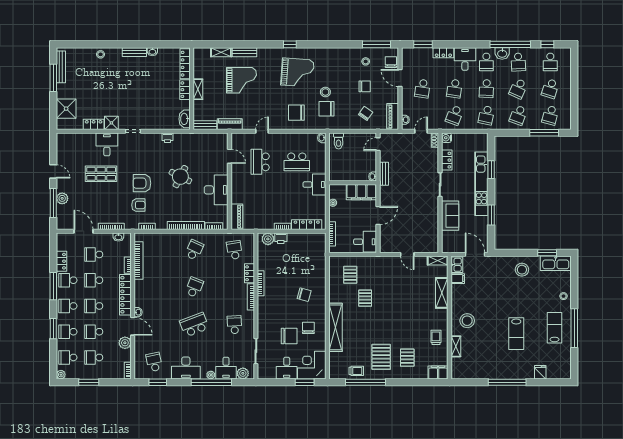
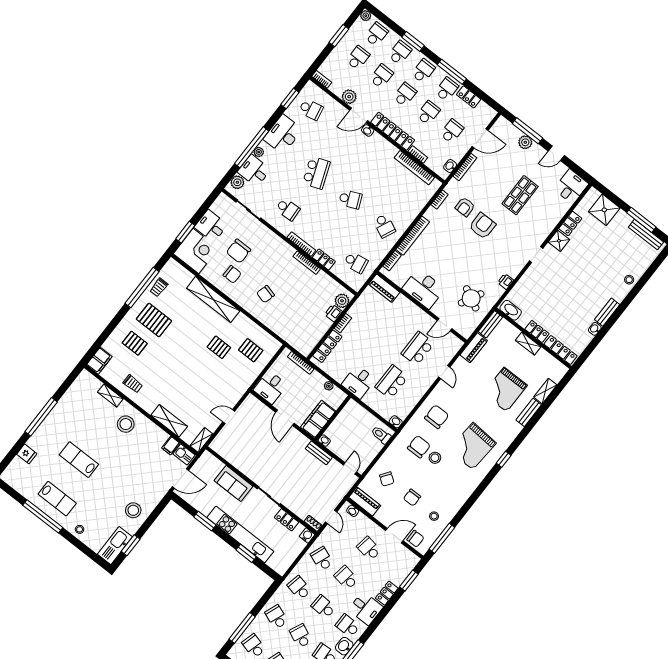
desk: (107, 144) -> (571, 187), moved, turned -90
school desk: (260, 162) -> (418, 349), turned -90
round table: (180, 177) -> (471, 298), moved
school desk: (194, 287) -> (350, 199), turned -45

